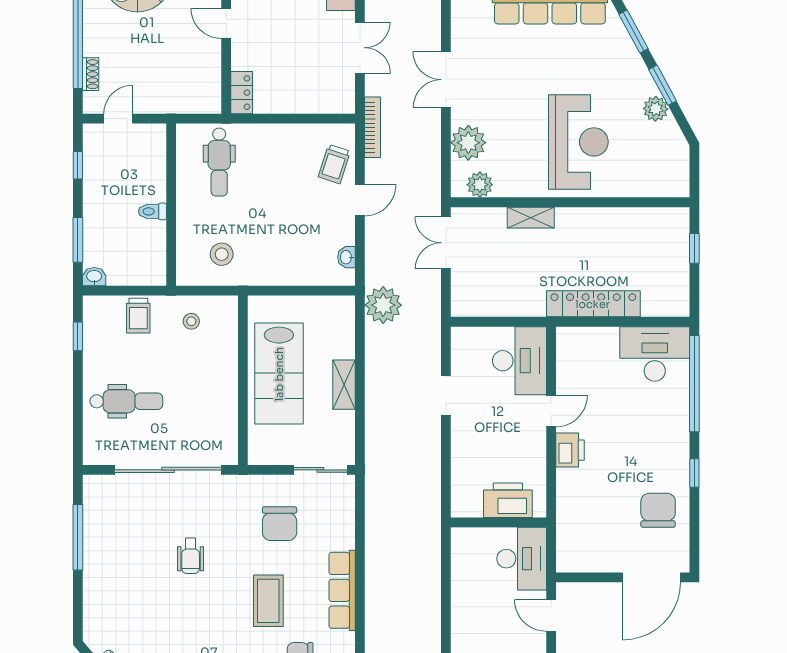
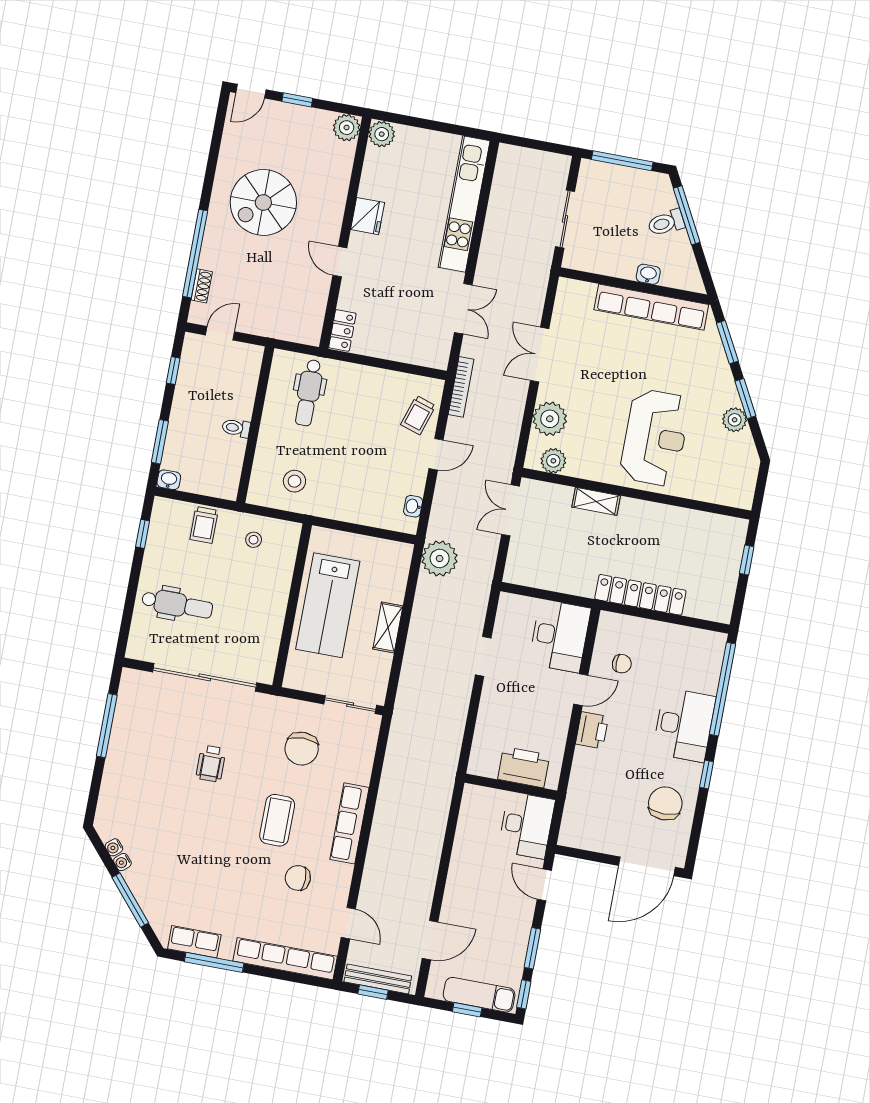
desk: (655, 354) -> (684, 725), moved, turned 90
chair: (588, 377) -> (622, 664), added

